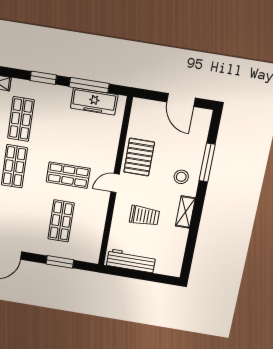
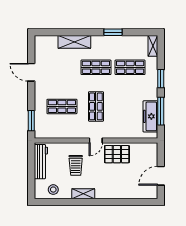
window: (207, 163) -> (121, 202), removed
stool: (181, 177) -> (53, 190), moved
door: (115, 183) -> (96, 140), swing flipped
window: (60, 262) -> (31, 121), moved

